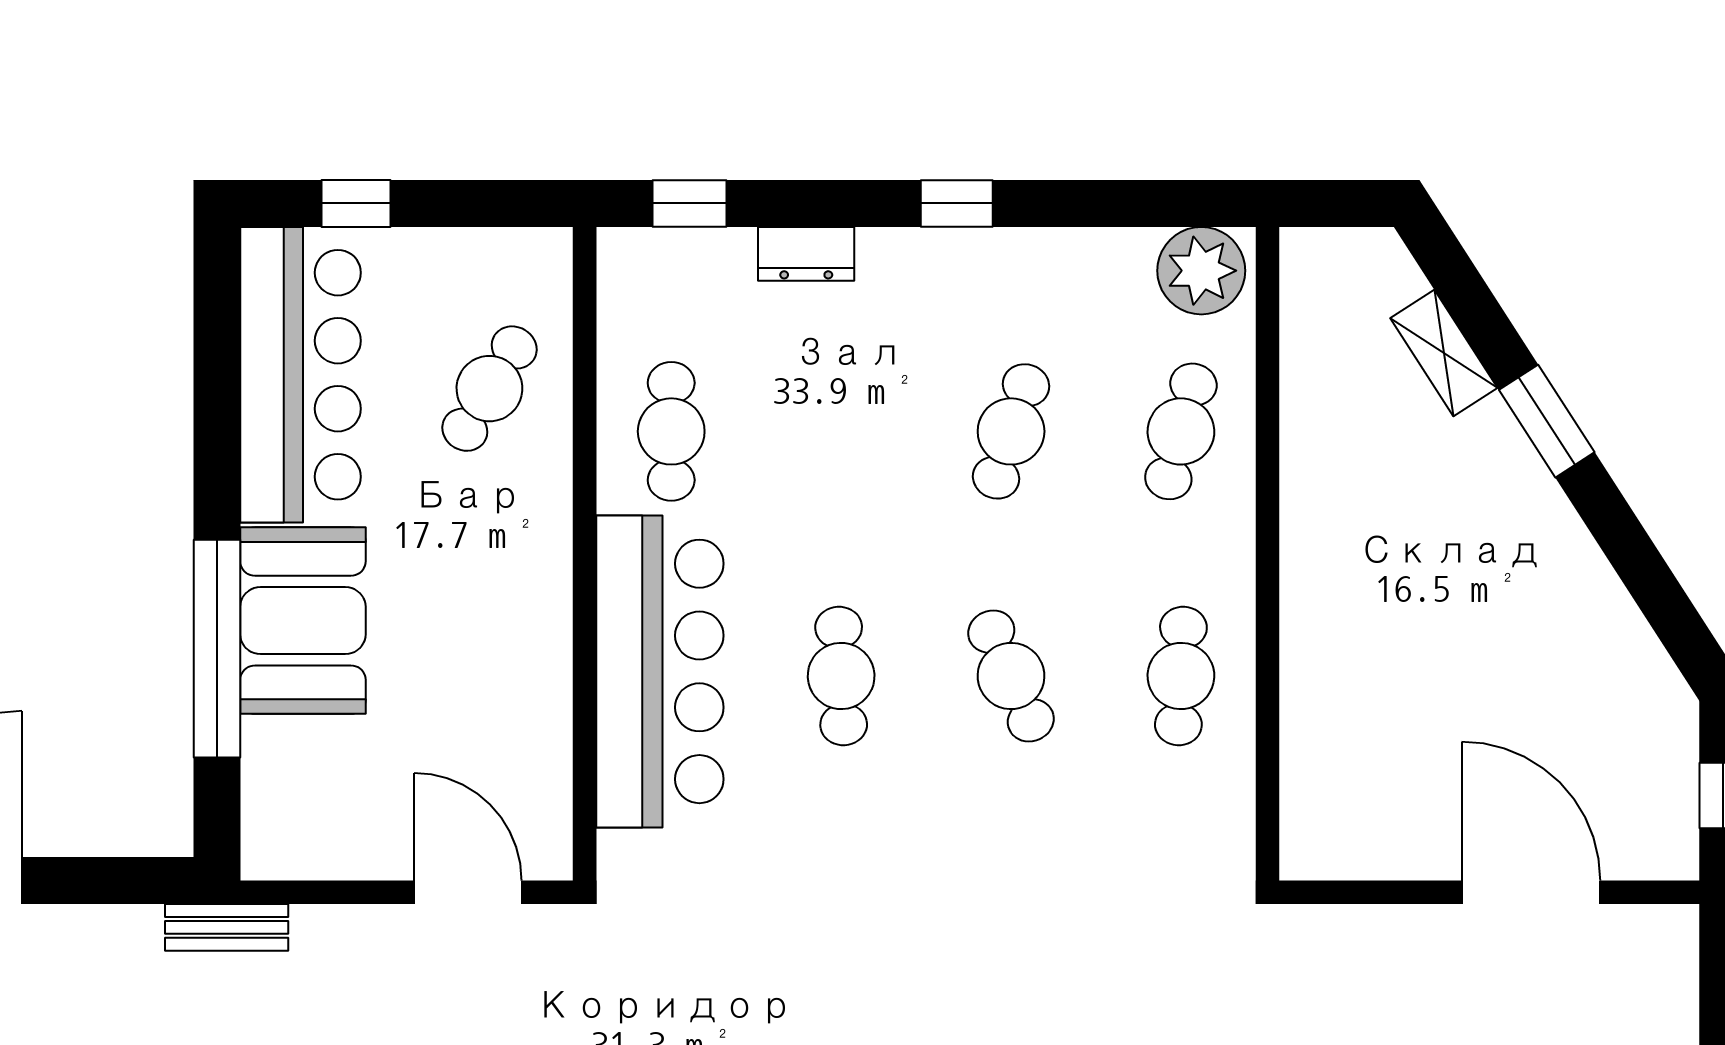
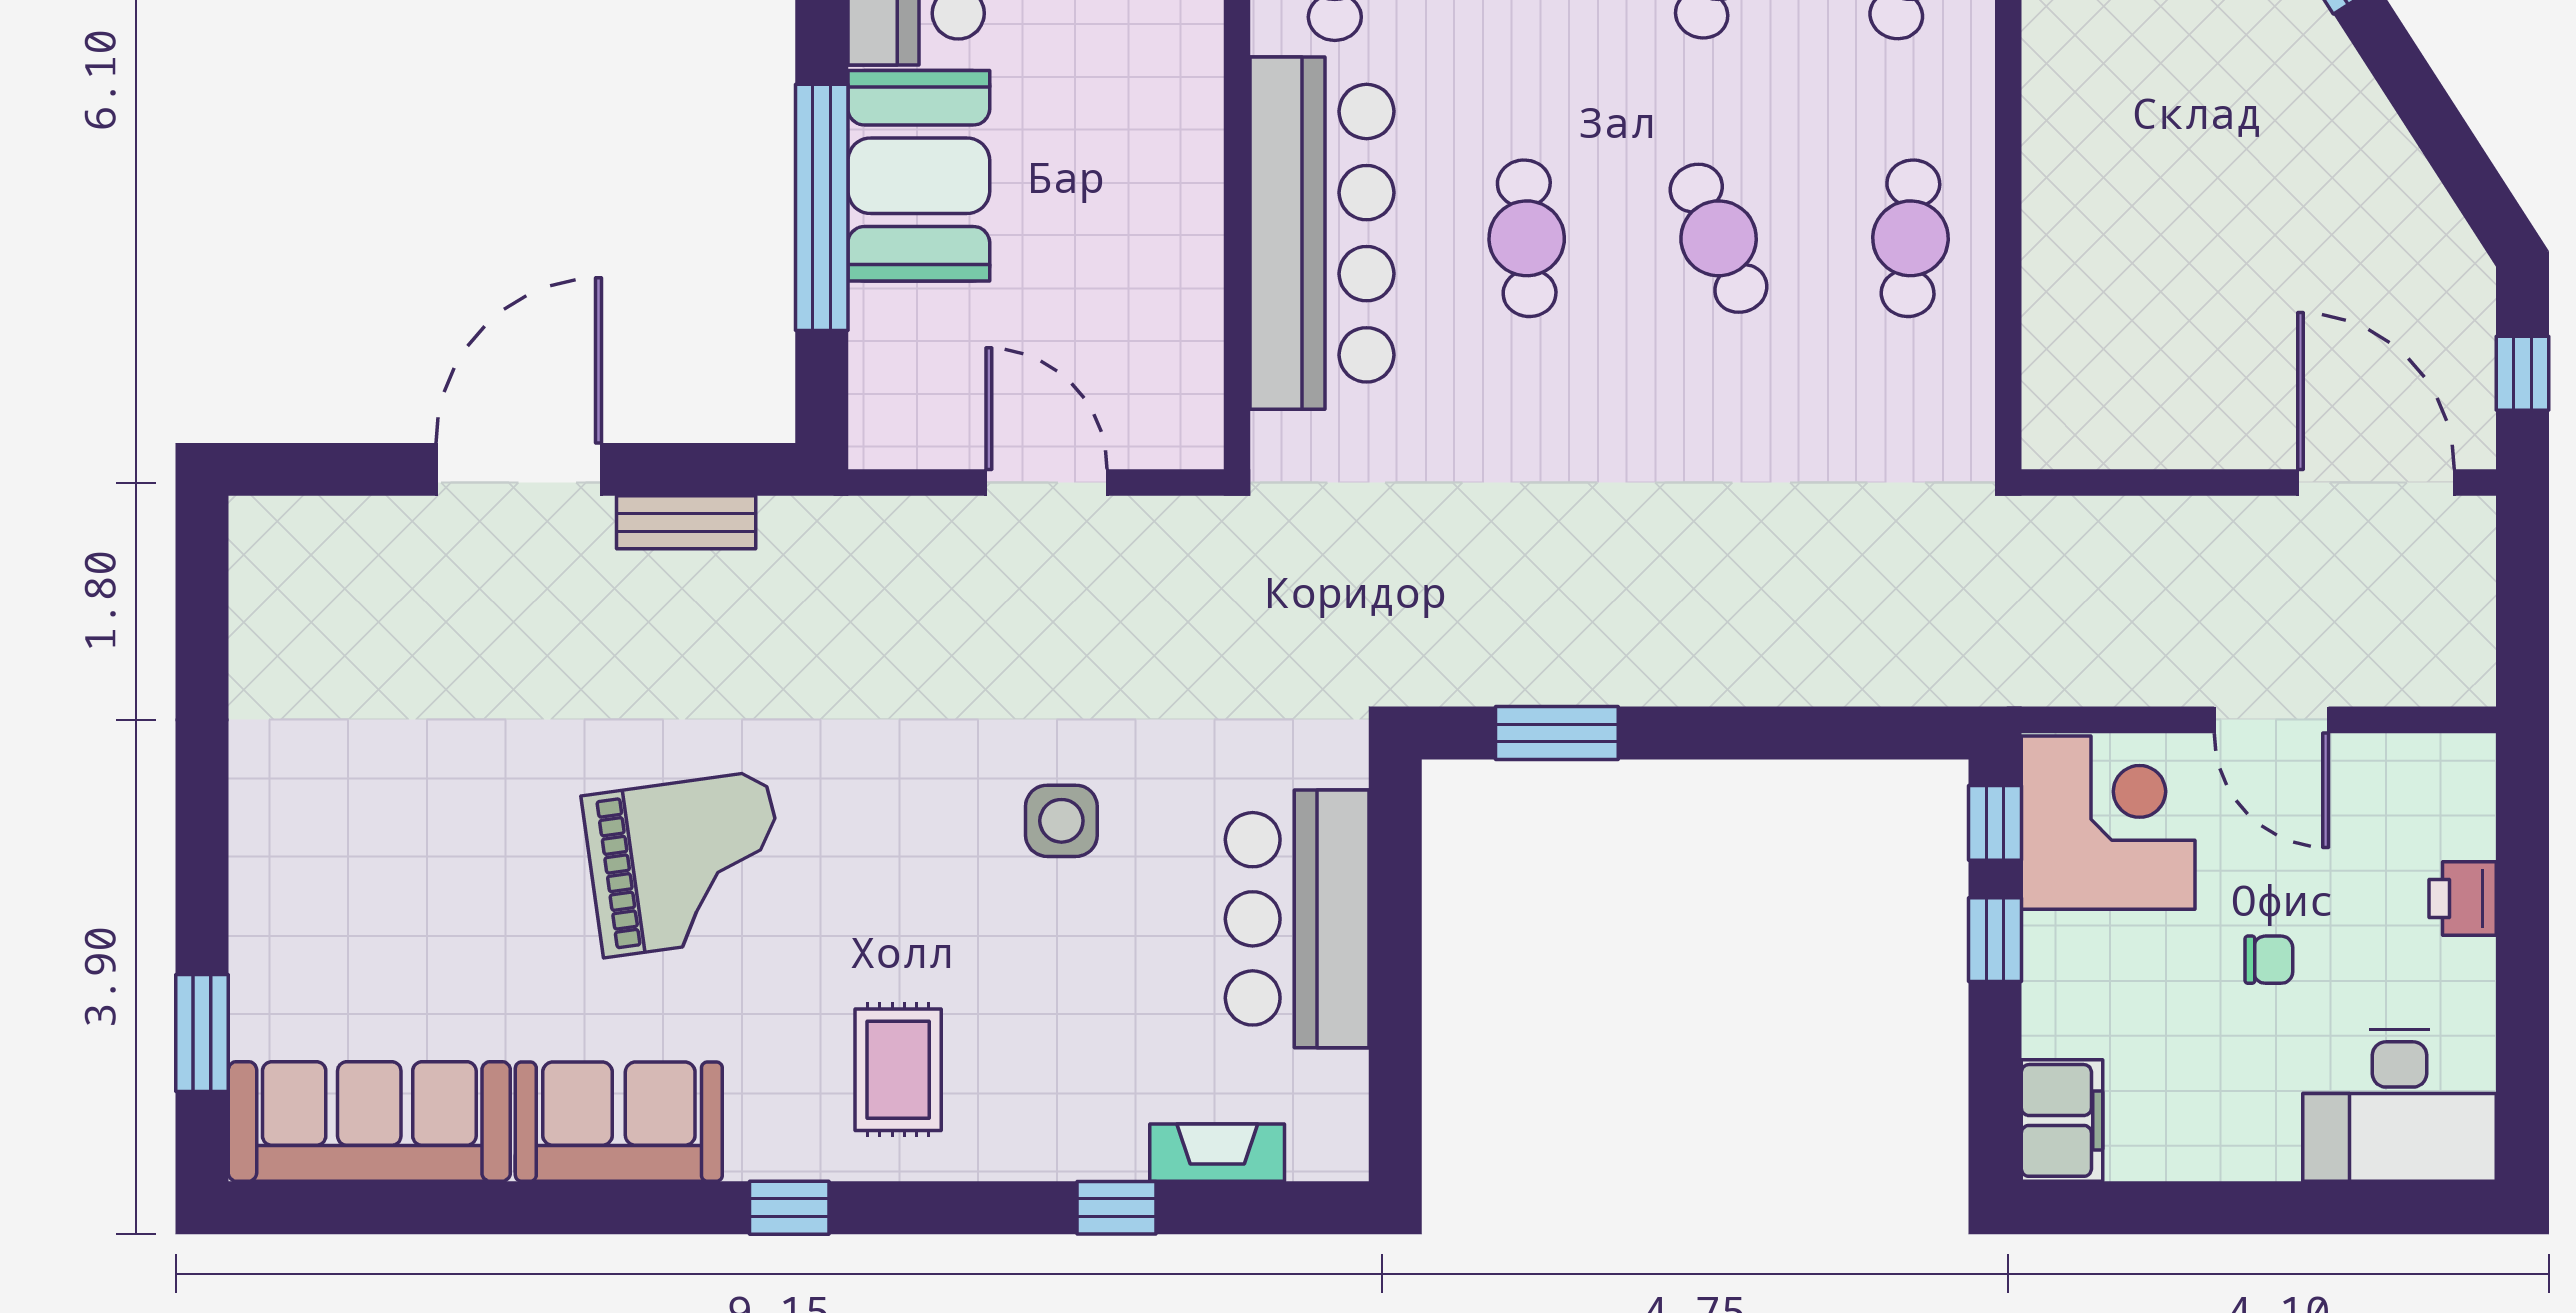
door: (468, 892) -> (1047, 483), moved
door: (1531, 892) -> (2376, 483), moved
bench: (227, 927) -> (686, 522), moved

